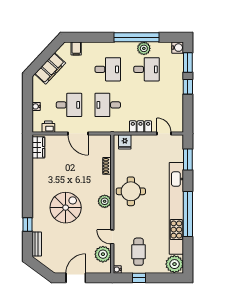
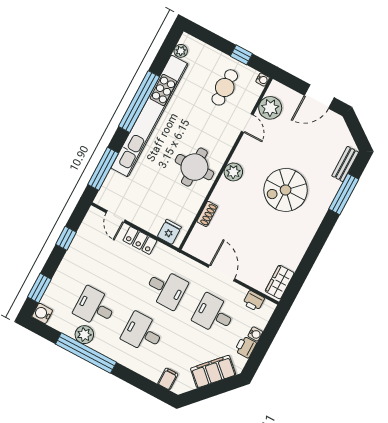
window: (188, 87) -> (66, 238), moved
printer: (38, 95) -> (246, 347), added
window: (188, 159) -> (103, 169), width x1.44
window: (27, 225) -> (344, 194), width x2.17
plant: (174, 264) -> (181, 51), width x0.53, depth x0.53

